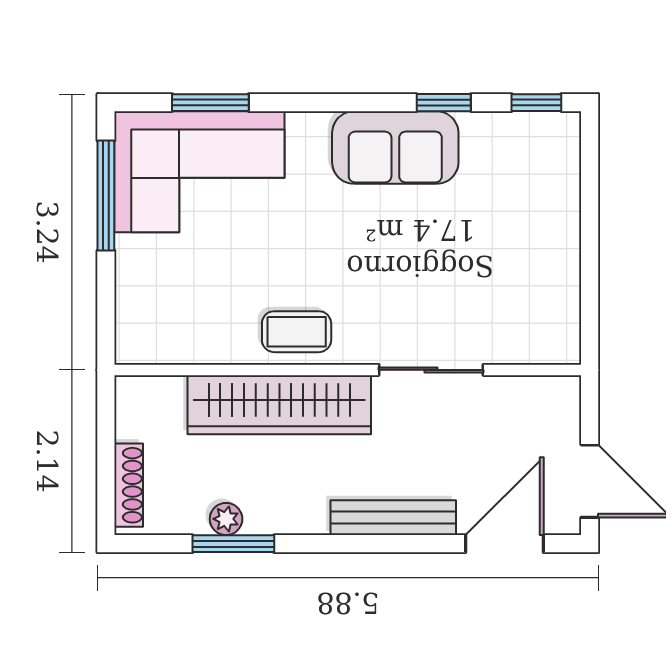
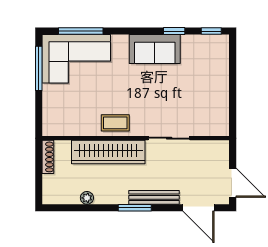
window: (210, 103) -> (81, 31), width x1.44
shoe rack: (129, 485) -> (48, 157), moved
window: (233, 544) -> (135, 208), moved
door: (505, 544) -> (199, 208), swing flipped

